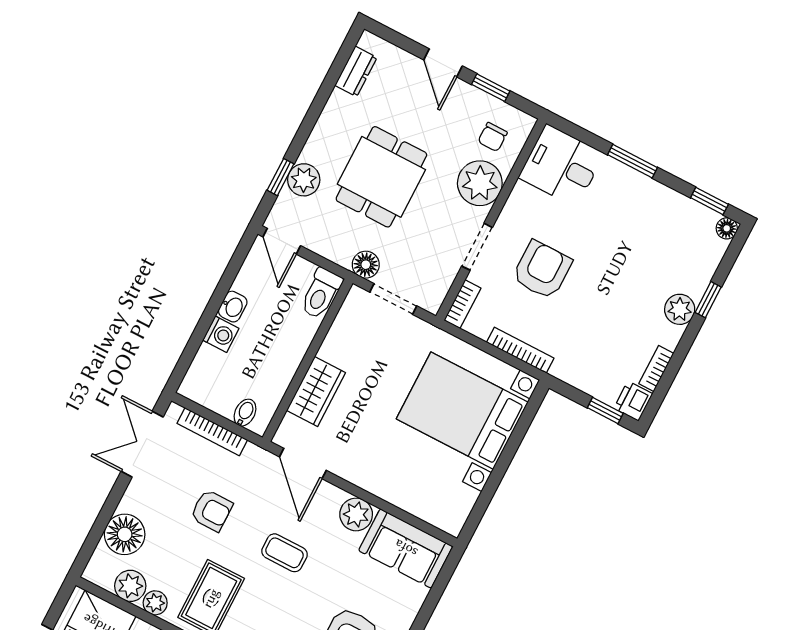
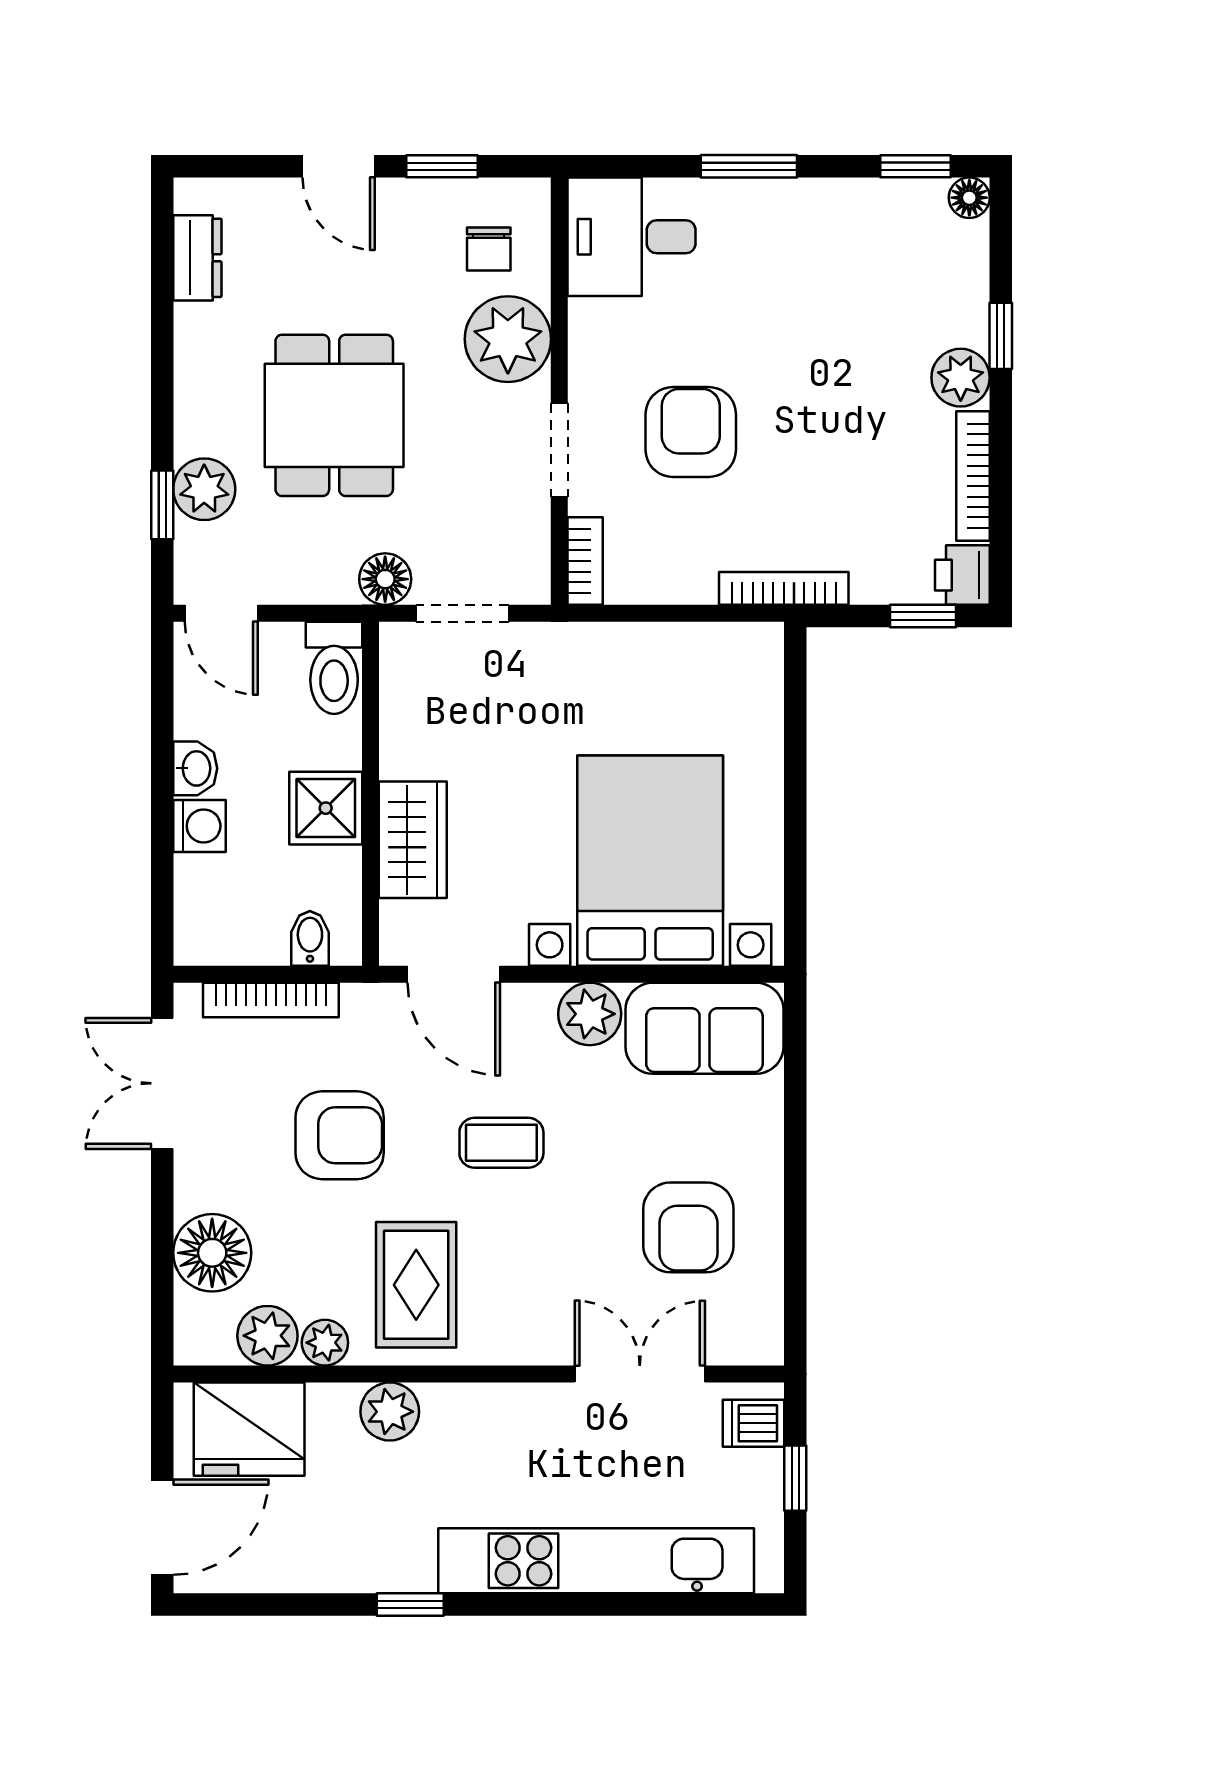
bookcase: (520, 350) -> (784, 588), moved
shower: (283, 356) -> (326, 808), added
bookcase: (656, 368) -> (973, 476), width x1.56
bed with nightstands: (462, 411) -> (650, 861), moved, turned 90
armchair: (212, 511) -> (340, 1135), width x1.38, depth x1.38

